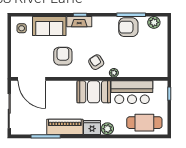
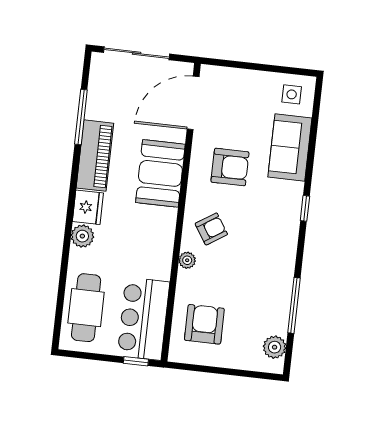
fireplace: (79, 22) -> (292, 205), removed
armchair: (128, 27) -> (204, 324), moved
booth: (94, 92) -> (160, 173), moved
bar counter: (132, 92) -> (143, 319), moved

